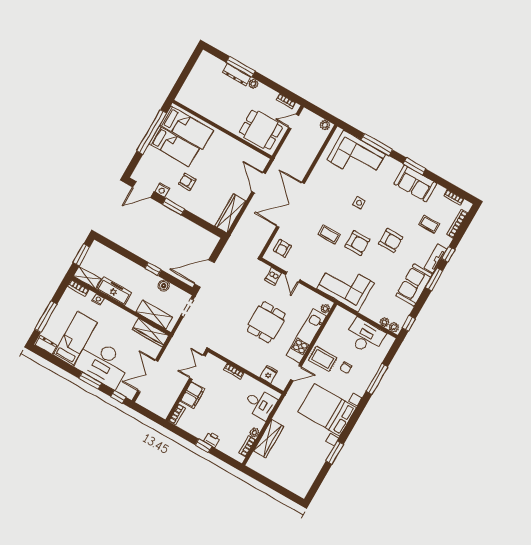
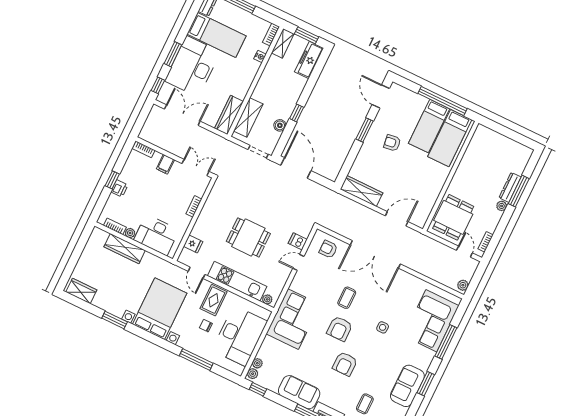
armchair: (187, 182) -> (392, 143), turned -98
nightstand: (162, 190) -> (382, 117), removed
double door: (290, 205) -> (375, 254), swing flipped
freezer: (114, 291) -> (309, 60), moved, turned 180
desk: (365, 336) -> (240, 336), width x1.36, depth x1.30
filing cabinet: (193, 395) -> (165, 164), width x0.50
desk: (260, 404) -> (156, 235), width x1.37
wardrobe: (305, 482) -> (81, 291), added

